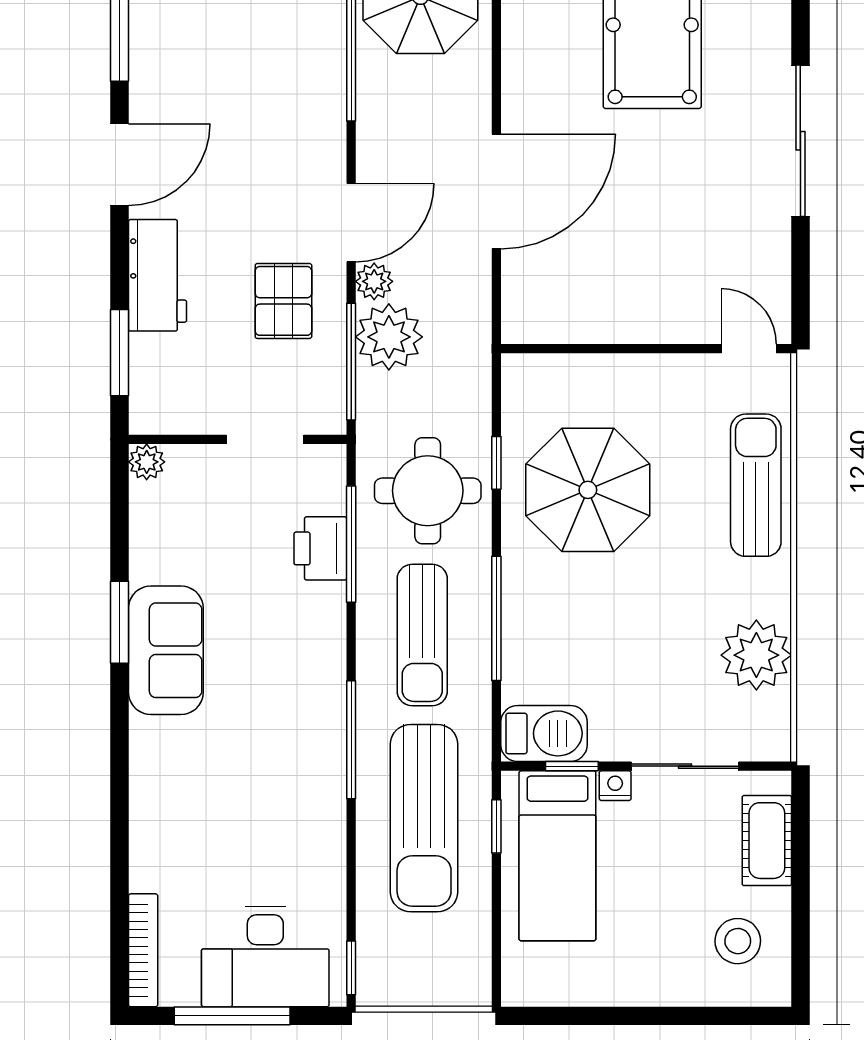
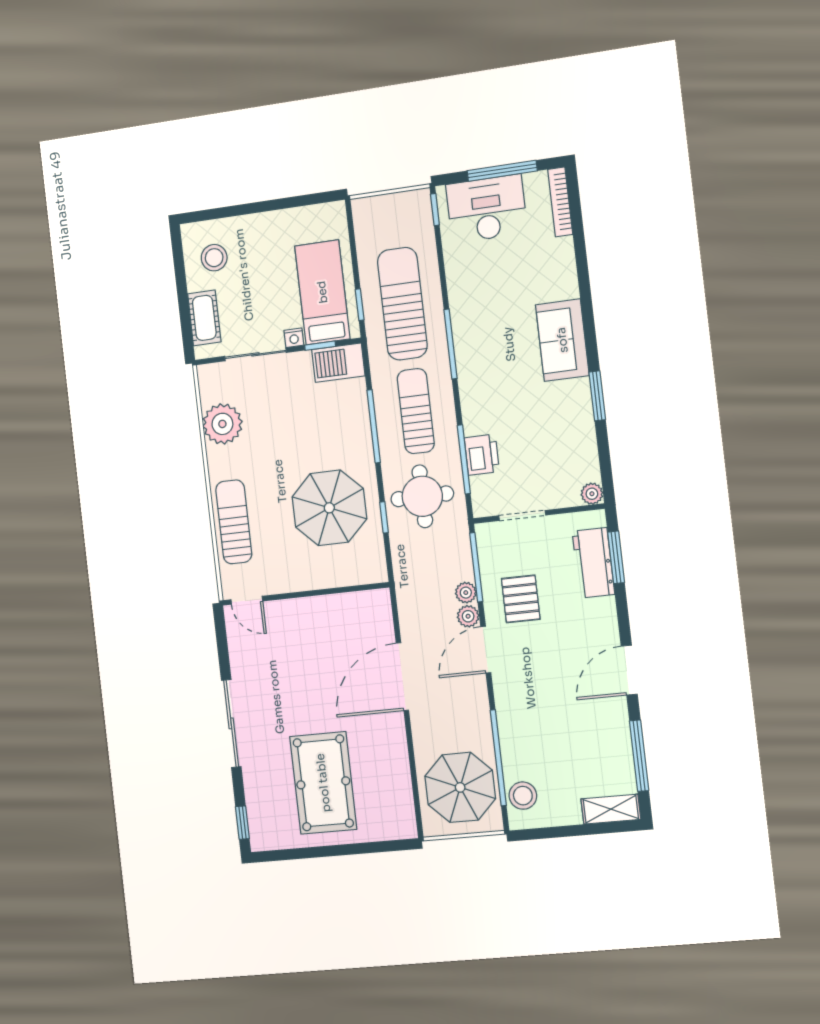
workbench: (158, 275) -> (593, 563), moved
plant: (389, 337) -> (466, 593), width x0.53, depth x0.53
sun lounger: (756, 485) -> (234, 522), turned 180
sofa: (166, 650) -> (562, 340), moved

